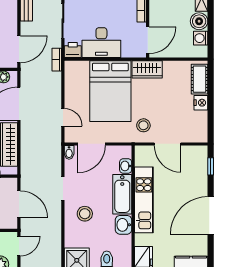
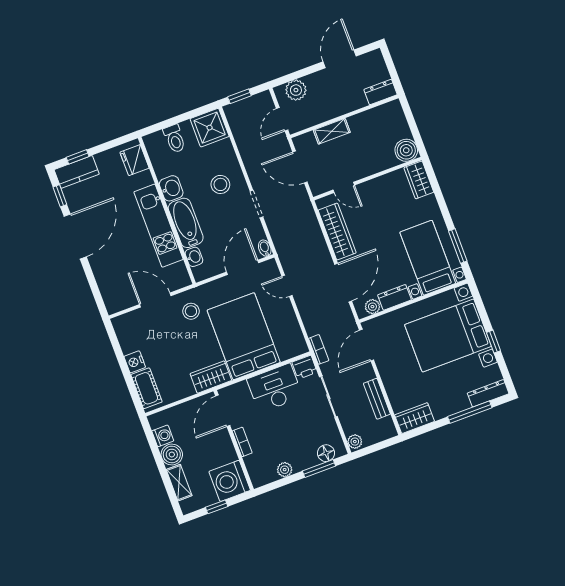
window: (211, 166) -> (60, 196), moved

